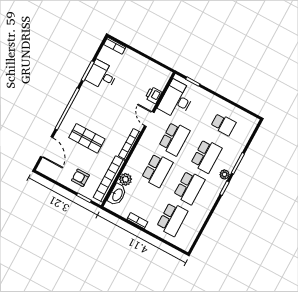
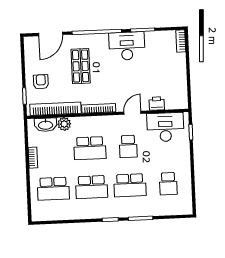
desk: (102, 75) -> (127, 46), moved, width x1.37
school desk: (174, 139) -> (128, 146), width x0.54
plant: (225, 174) -> (123, 212), removed

